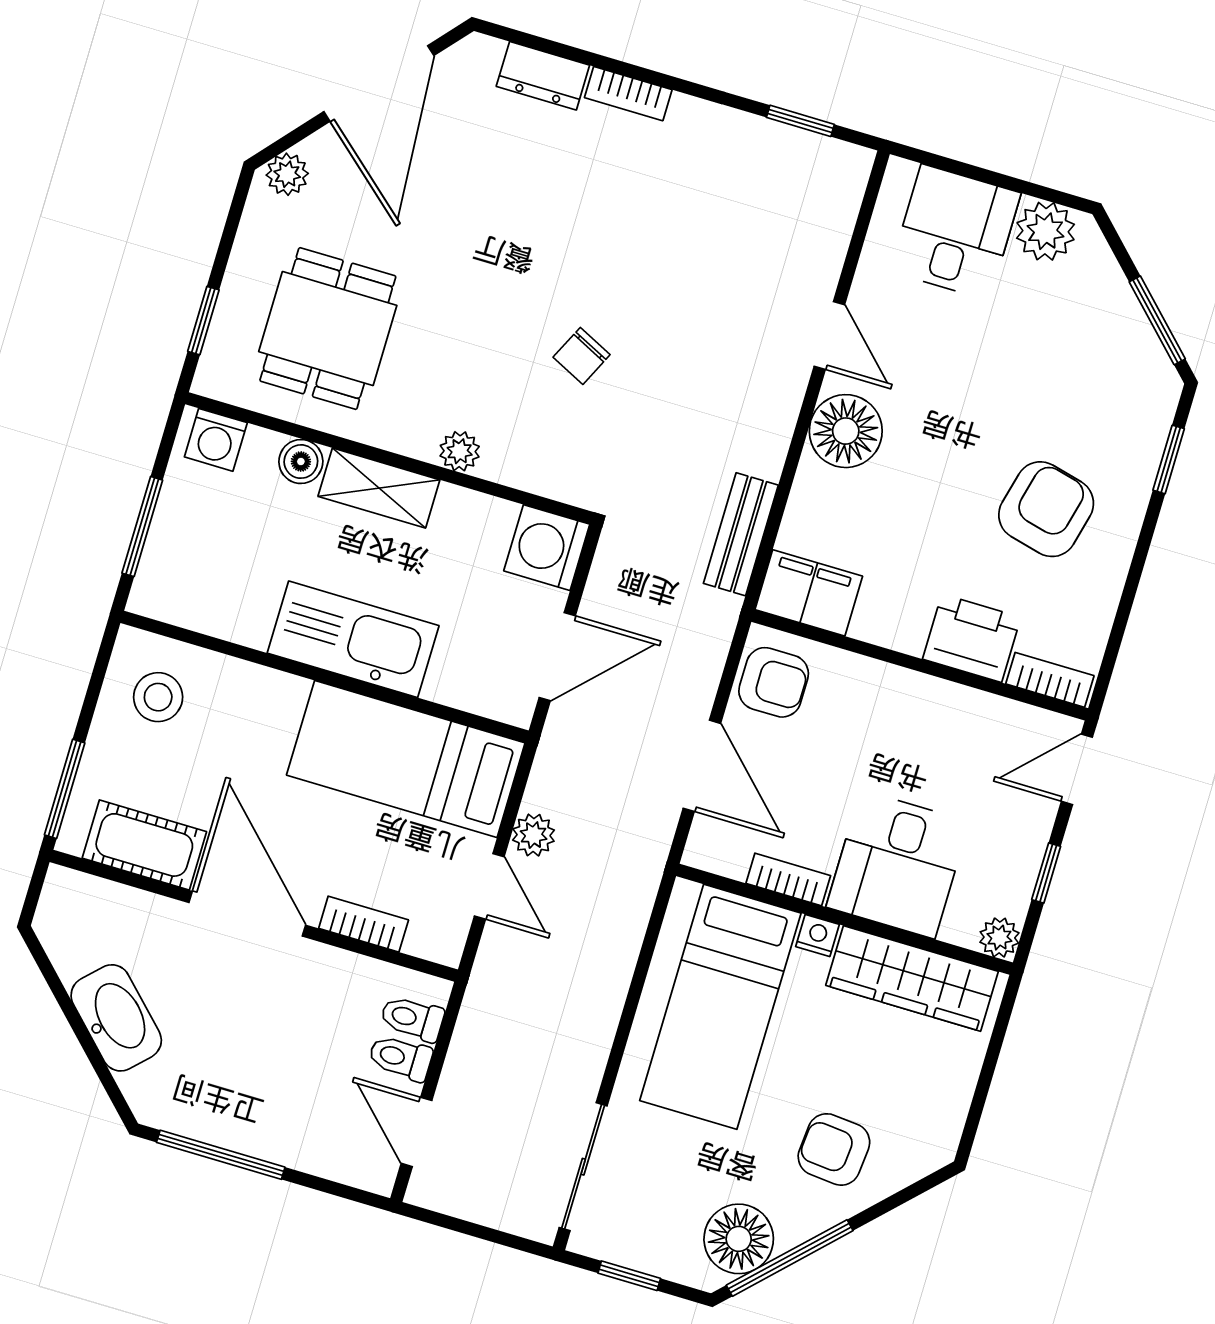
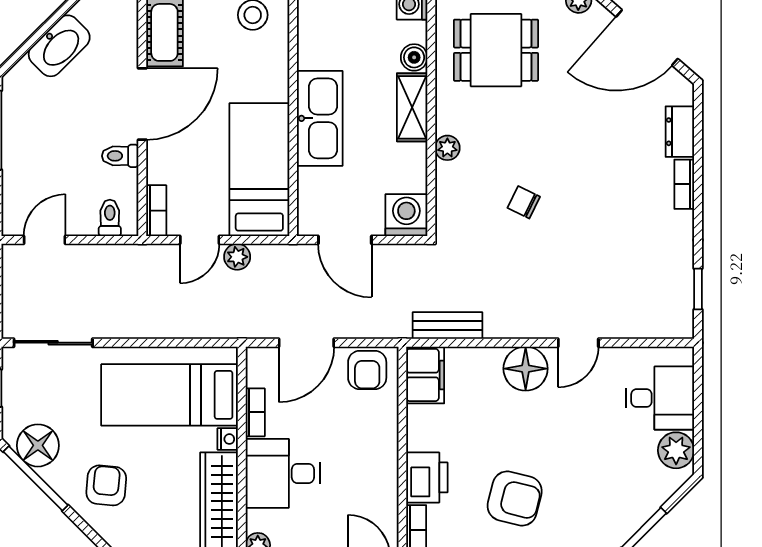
bookcase: (364, 924) -> (156, 211), moved
toilet: (400, 1058) -> (120, 156), moved, turned -90

